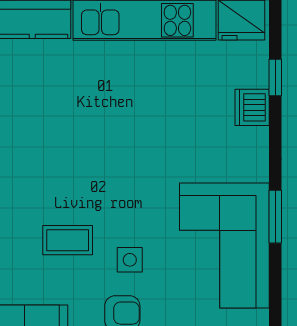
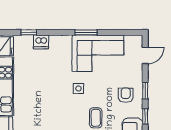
side table: (130, 260) -> (78, 89), moved

